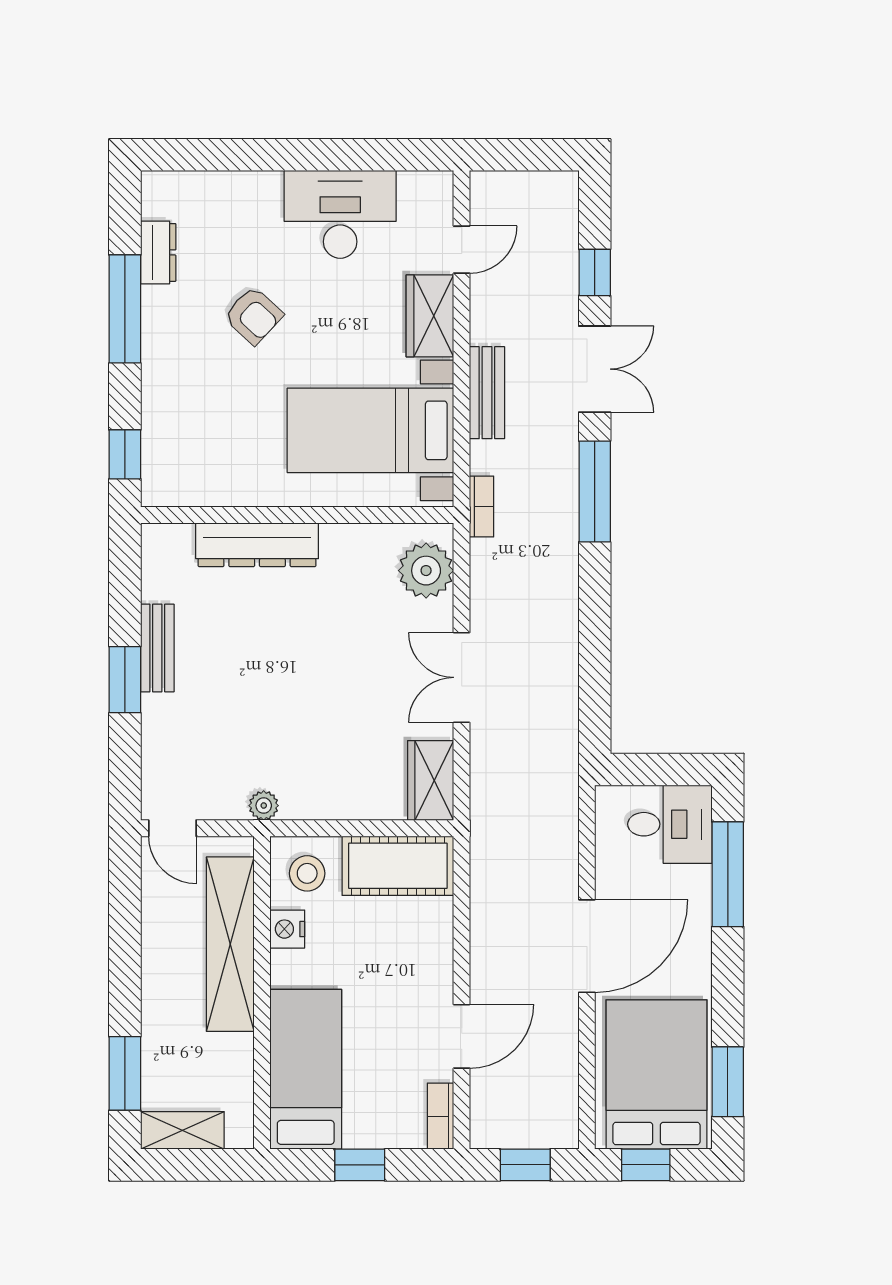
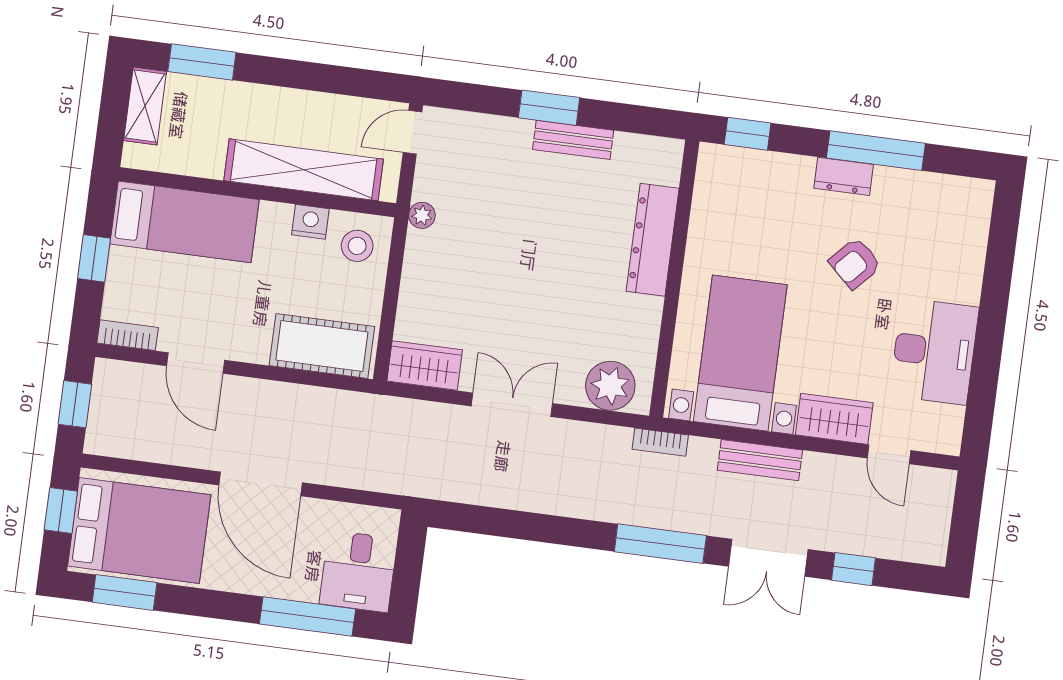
dresser: (158, 252) -> (844, 176), moved
cot: (398, 866) -> (322, 346), moved, turned 90

